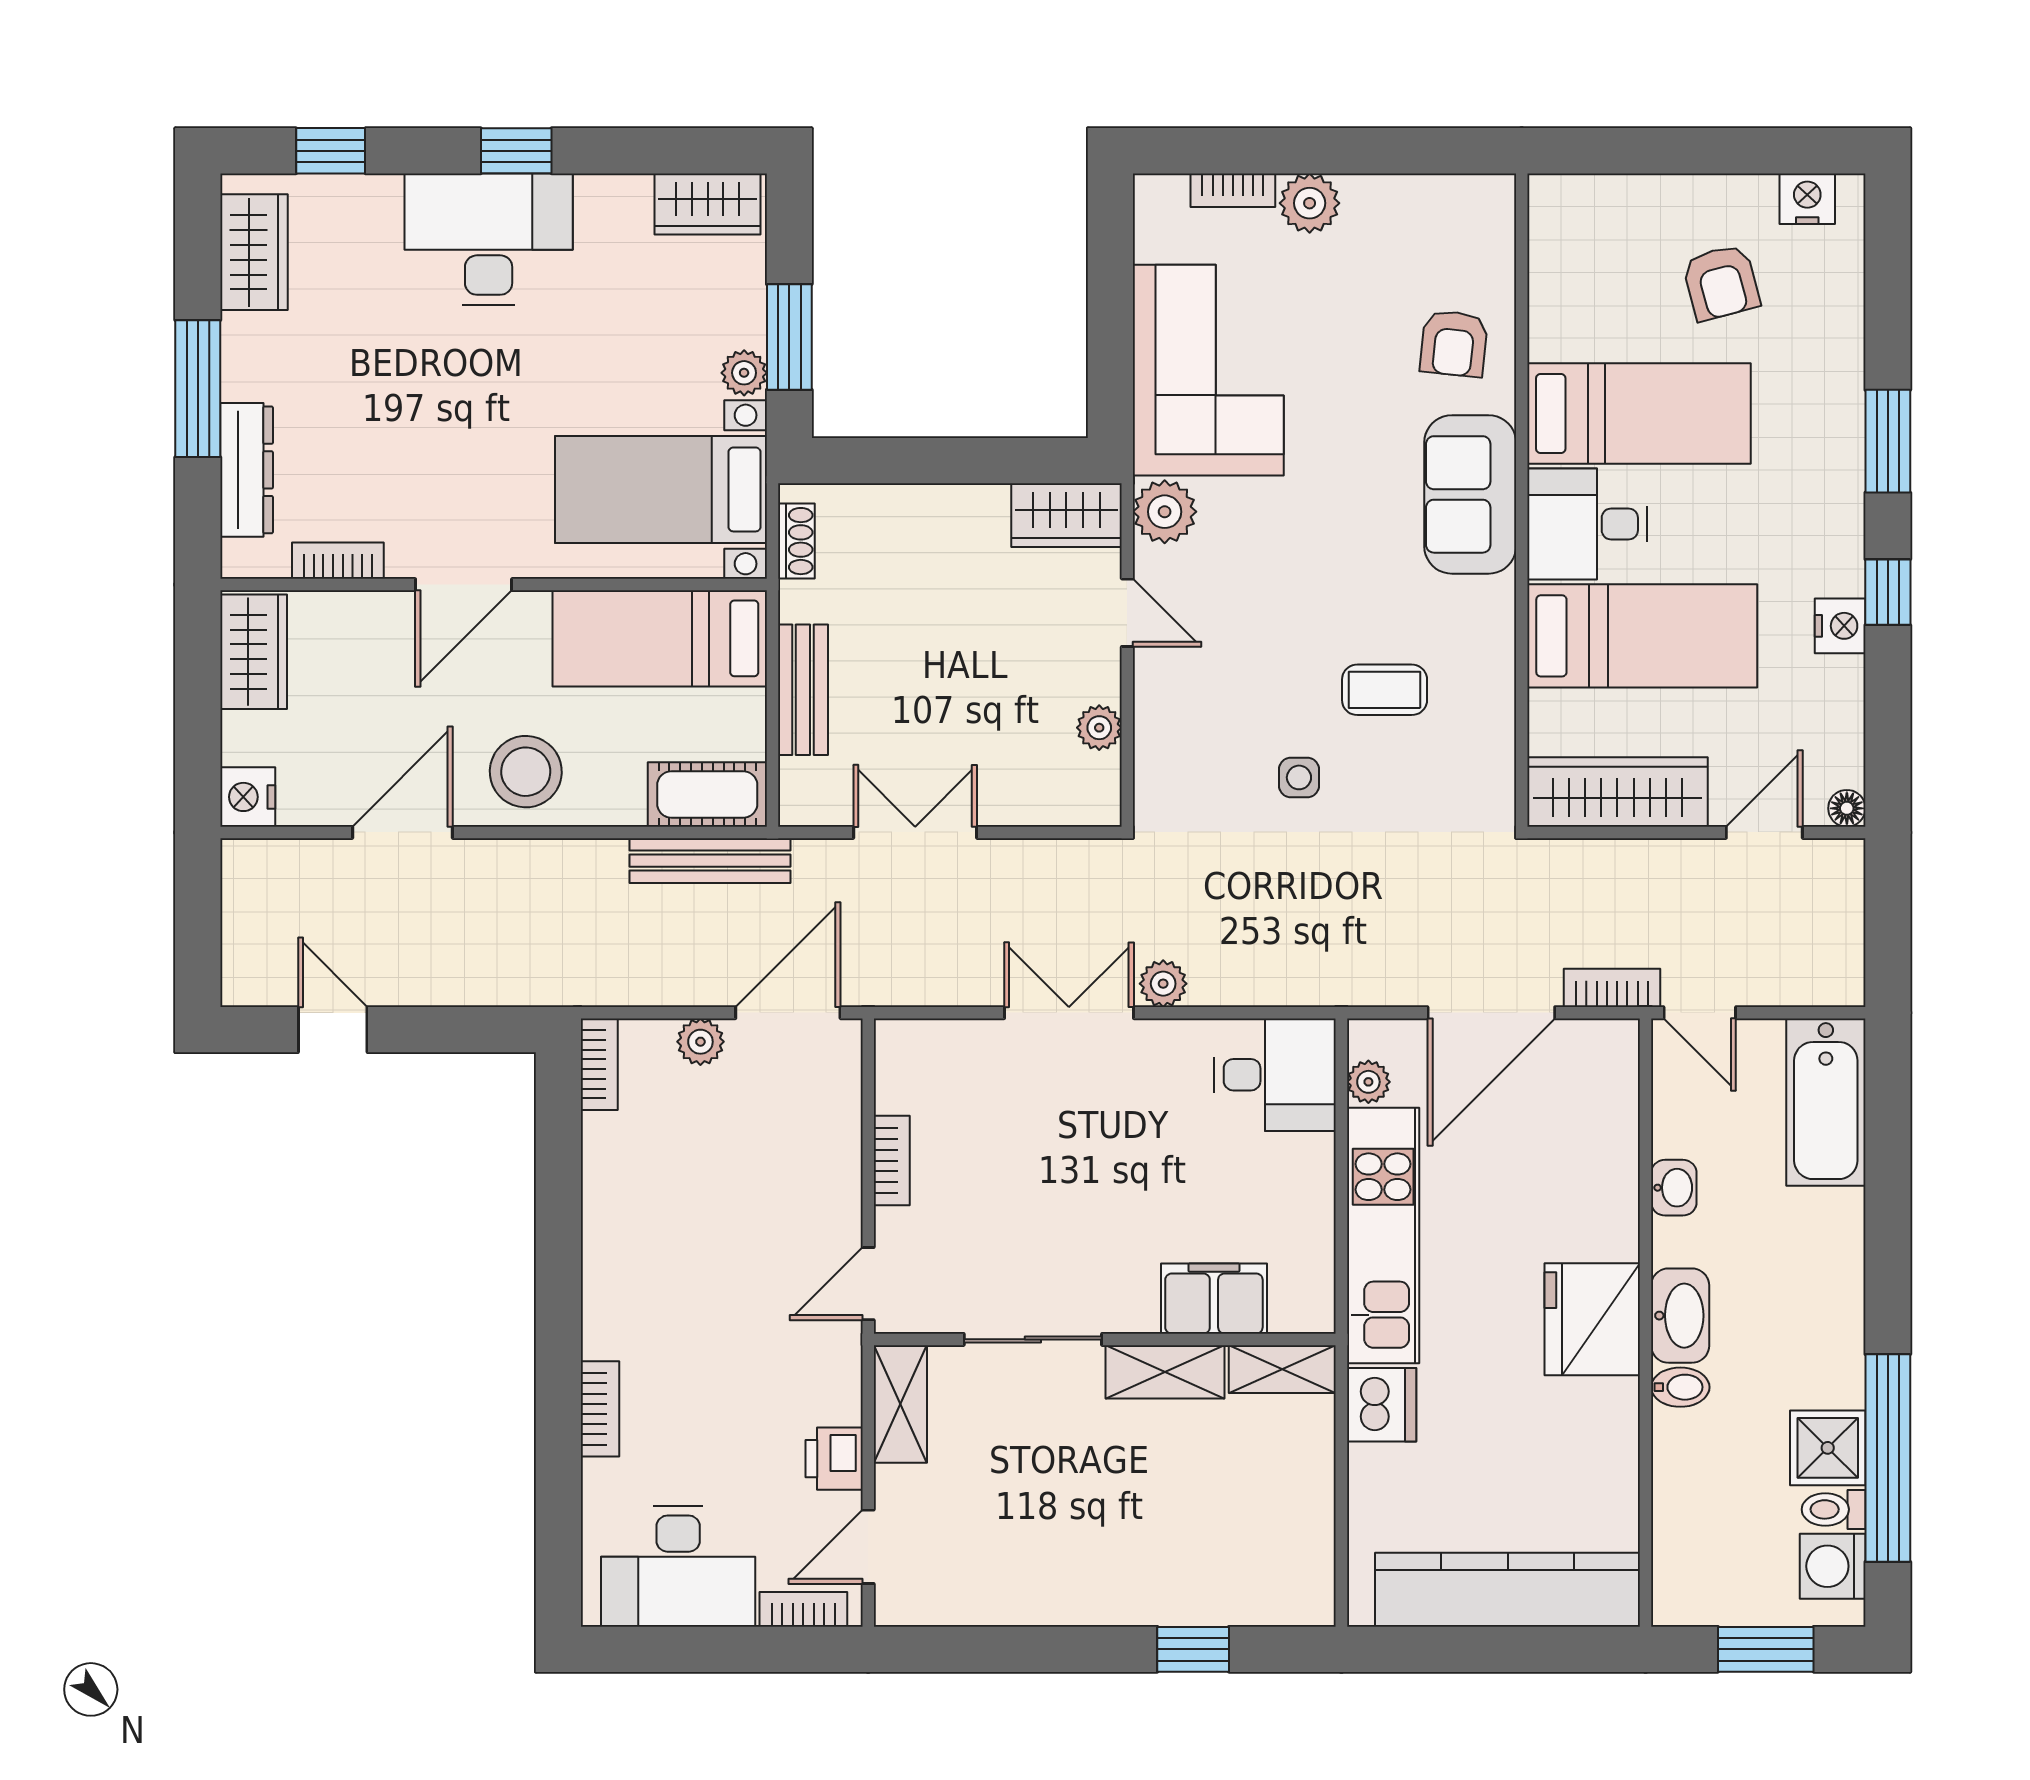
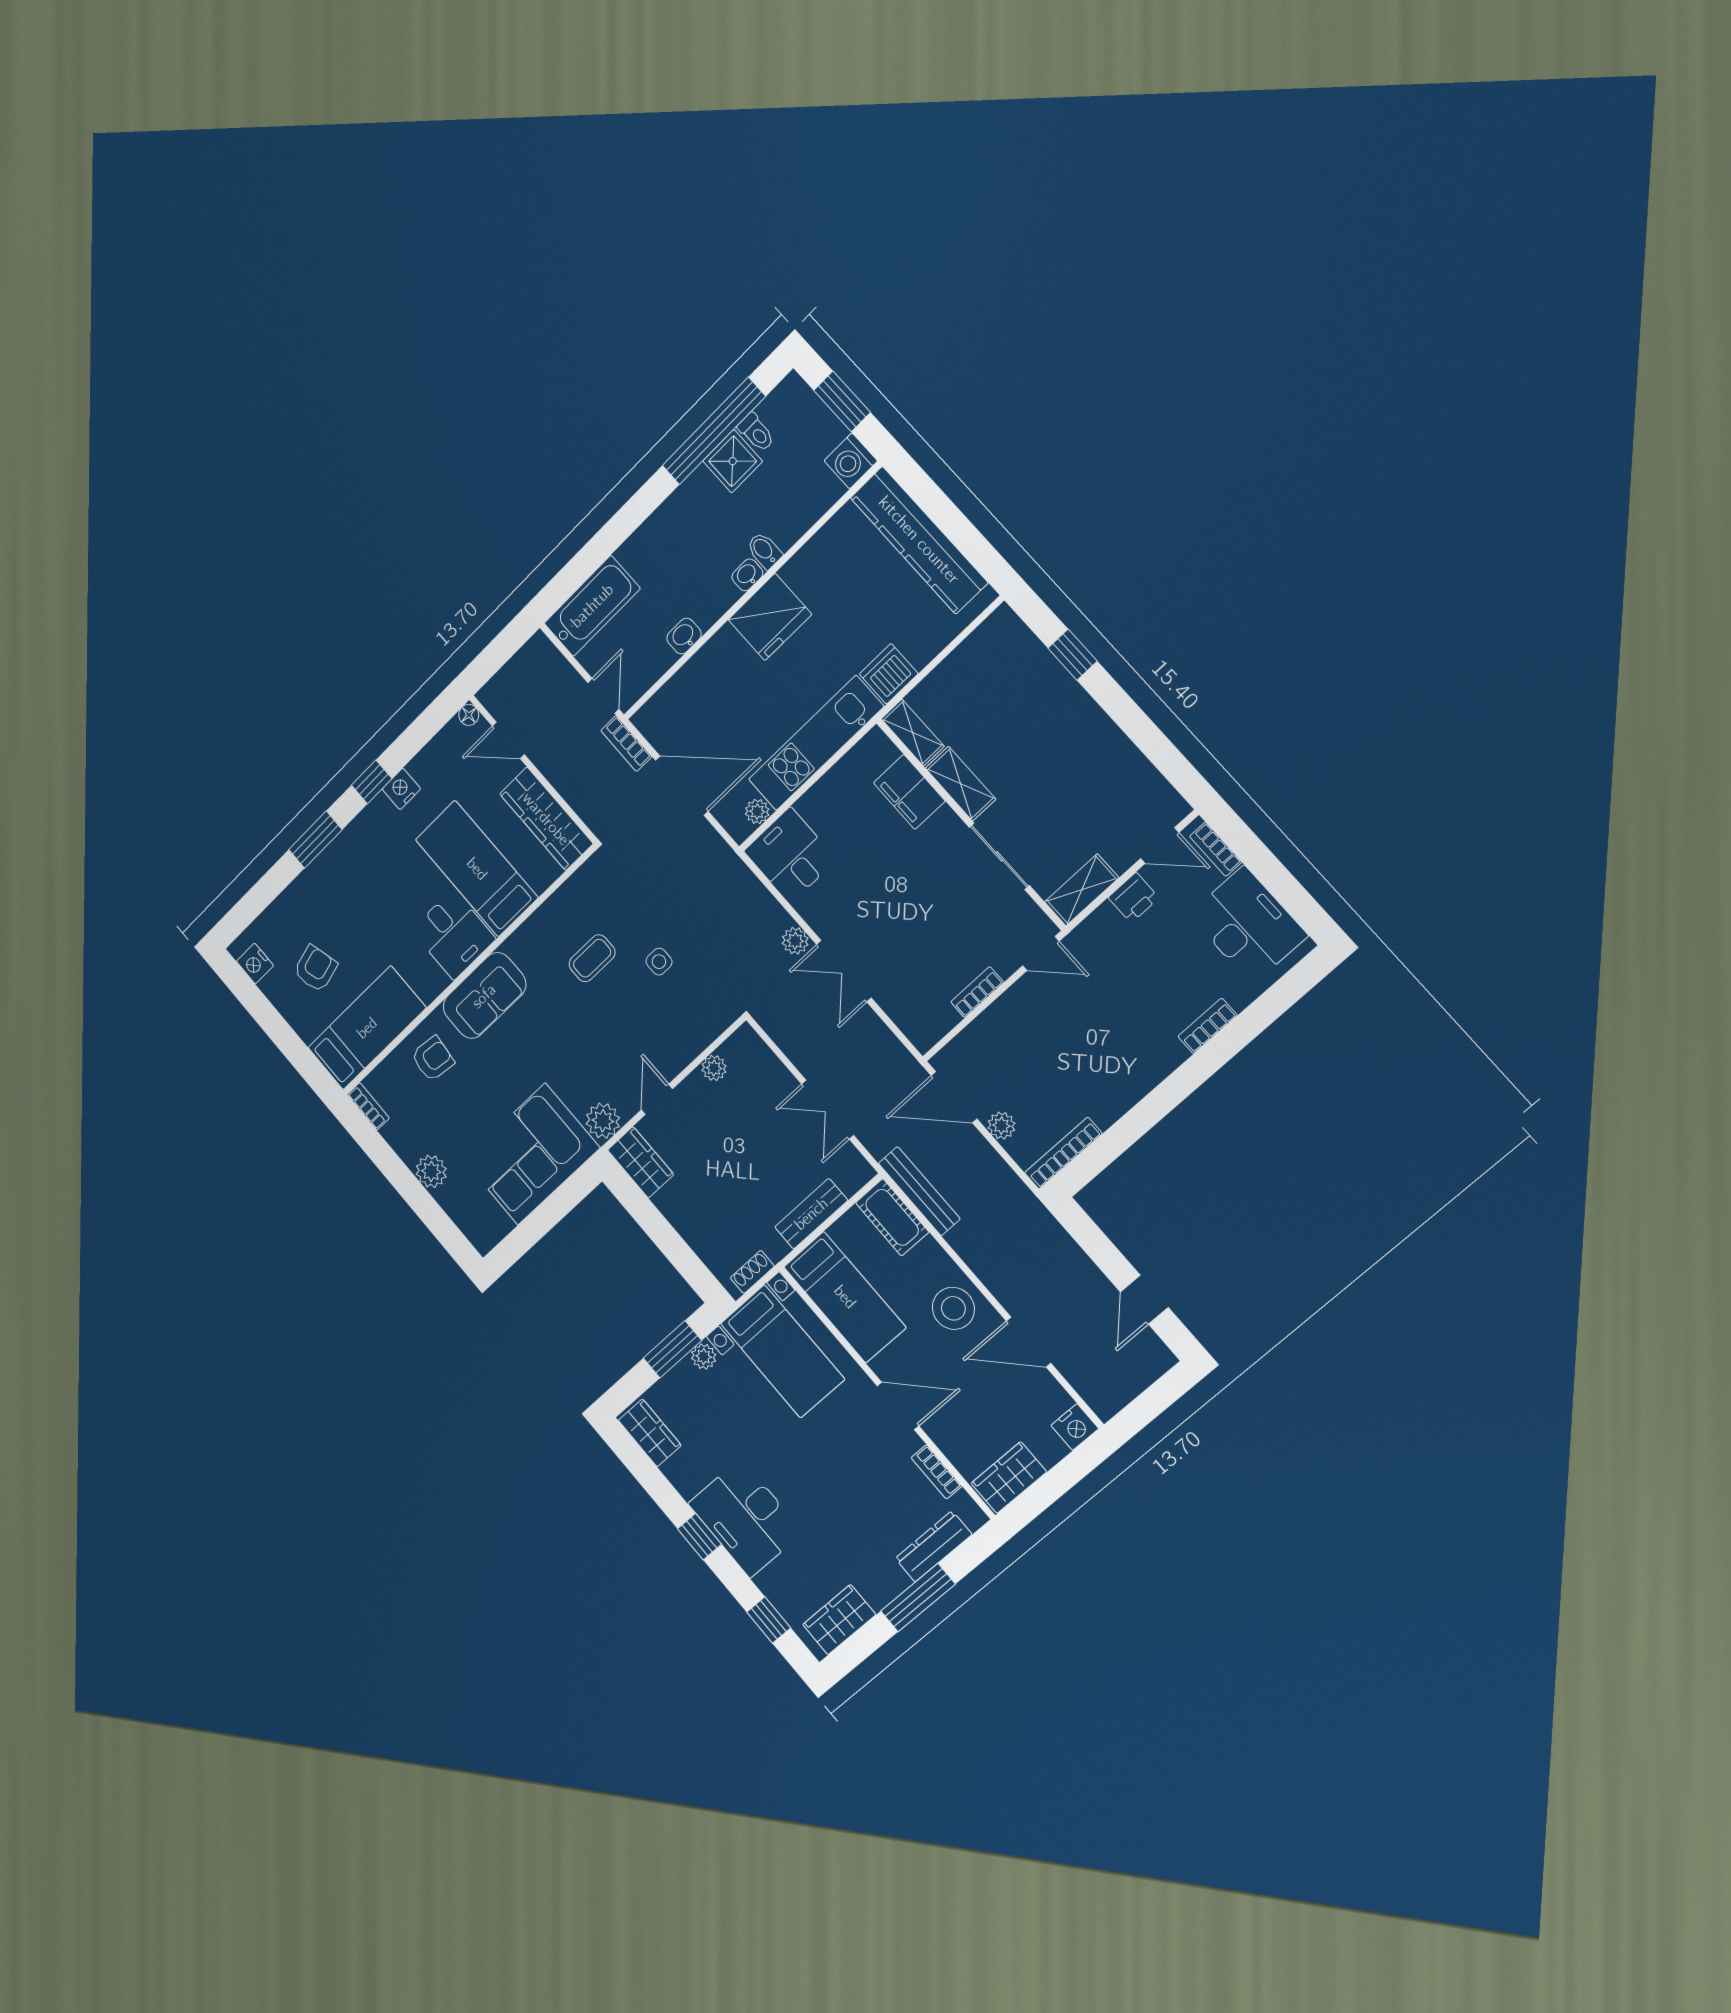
bookcase: (1233, 190) -> (368, 1106), moved
bed: (1639, 414) -> (367, 1028), moved, turned 90
coffee table: (1385, 690) -> (592, 958), turned 90
bookcase: (599, 1064) -> (1063, 1153), width x1.56
washbasin: (1680, 1316) -> (747, 575), width x0.52, depth x0.69
washing machine: (1833, 1566) -> (851, 461), moved, turned 90

